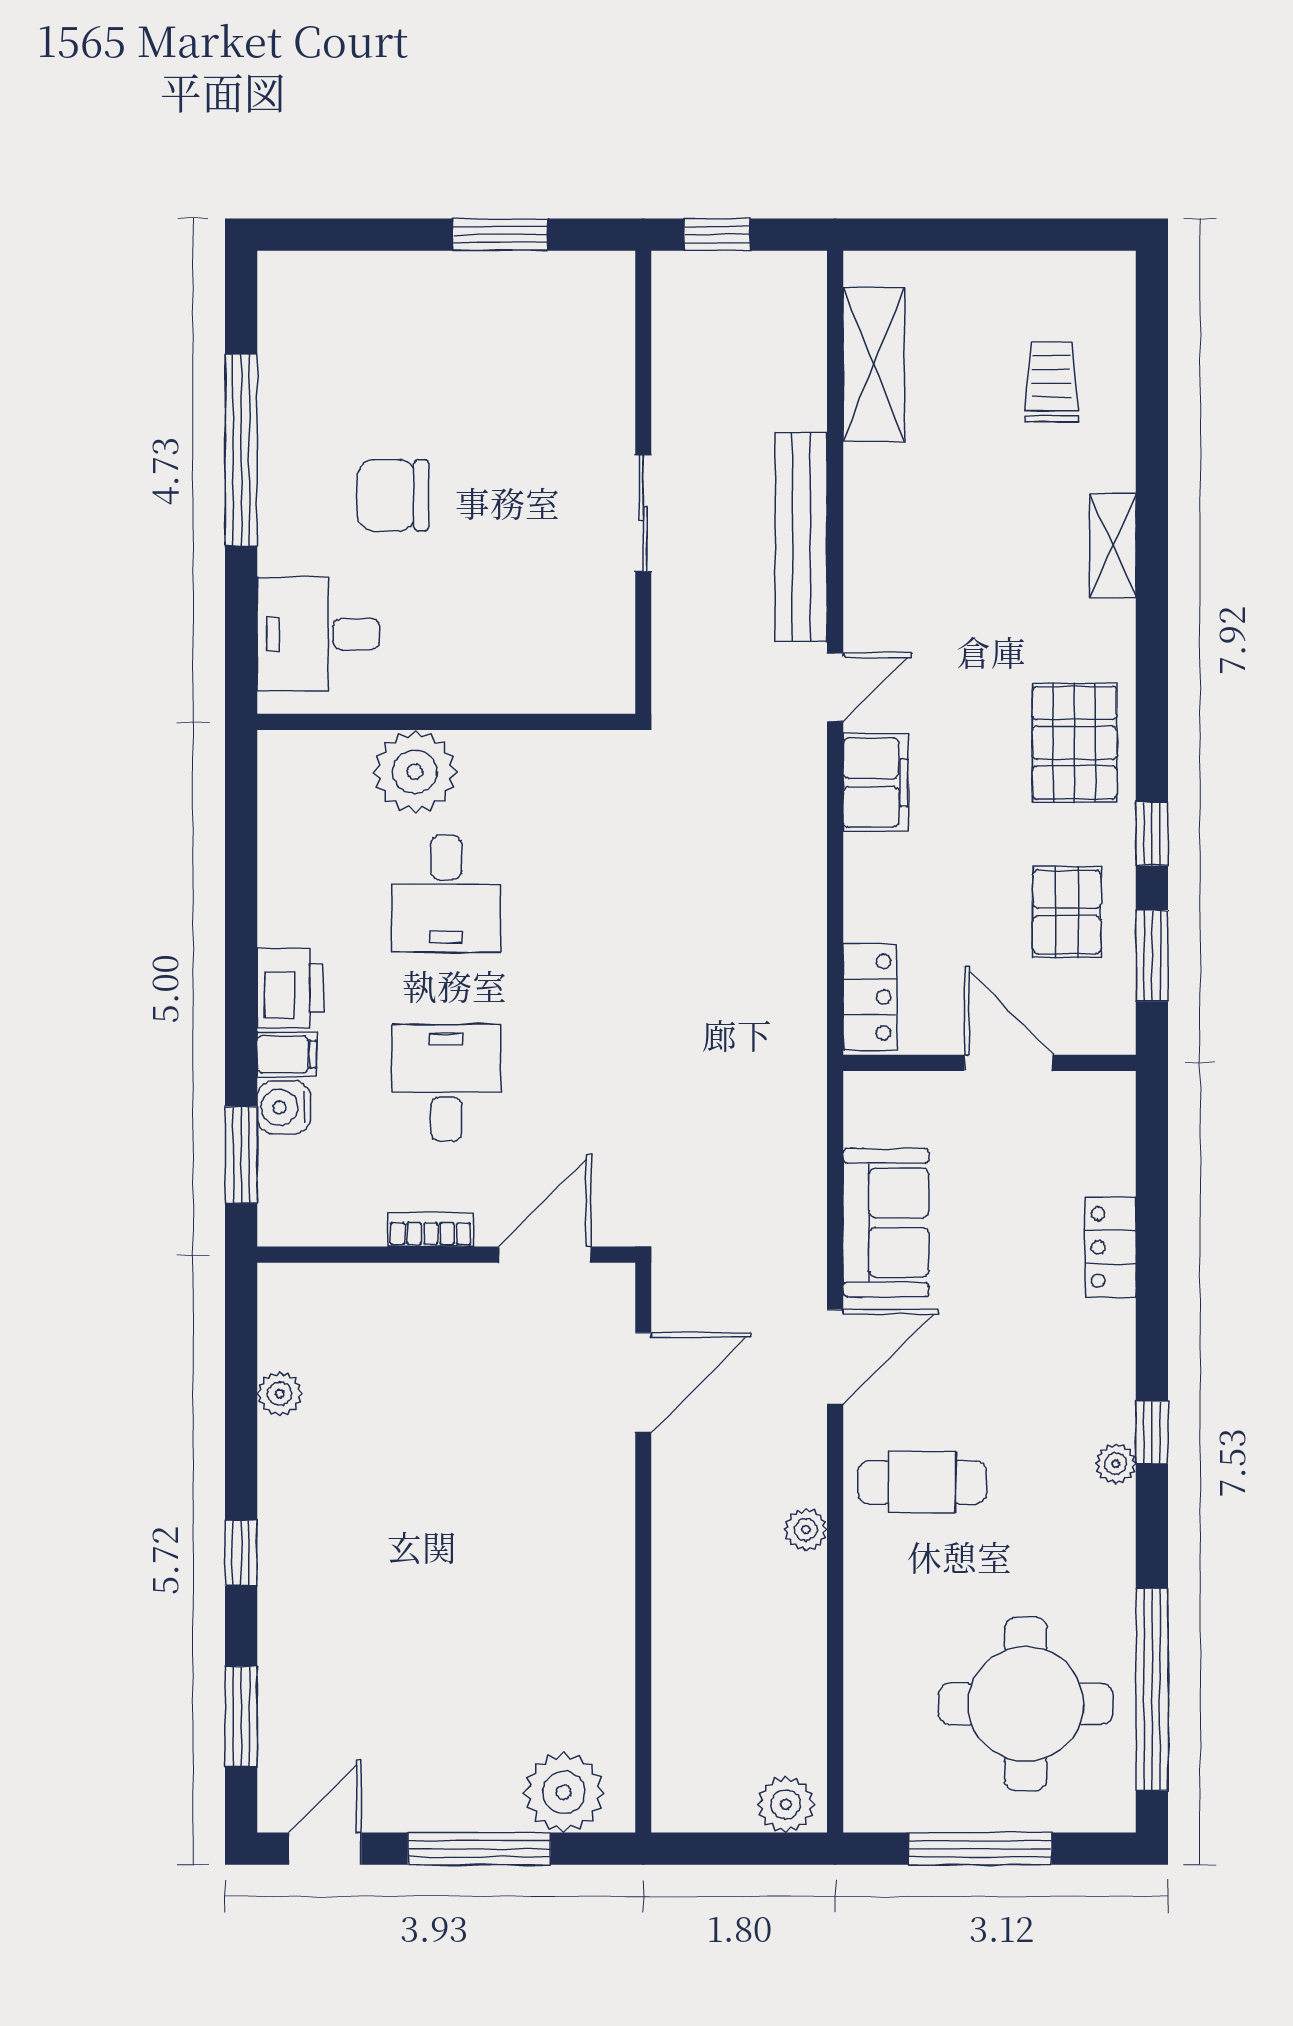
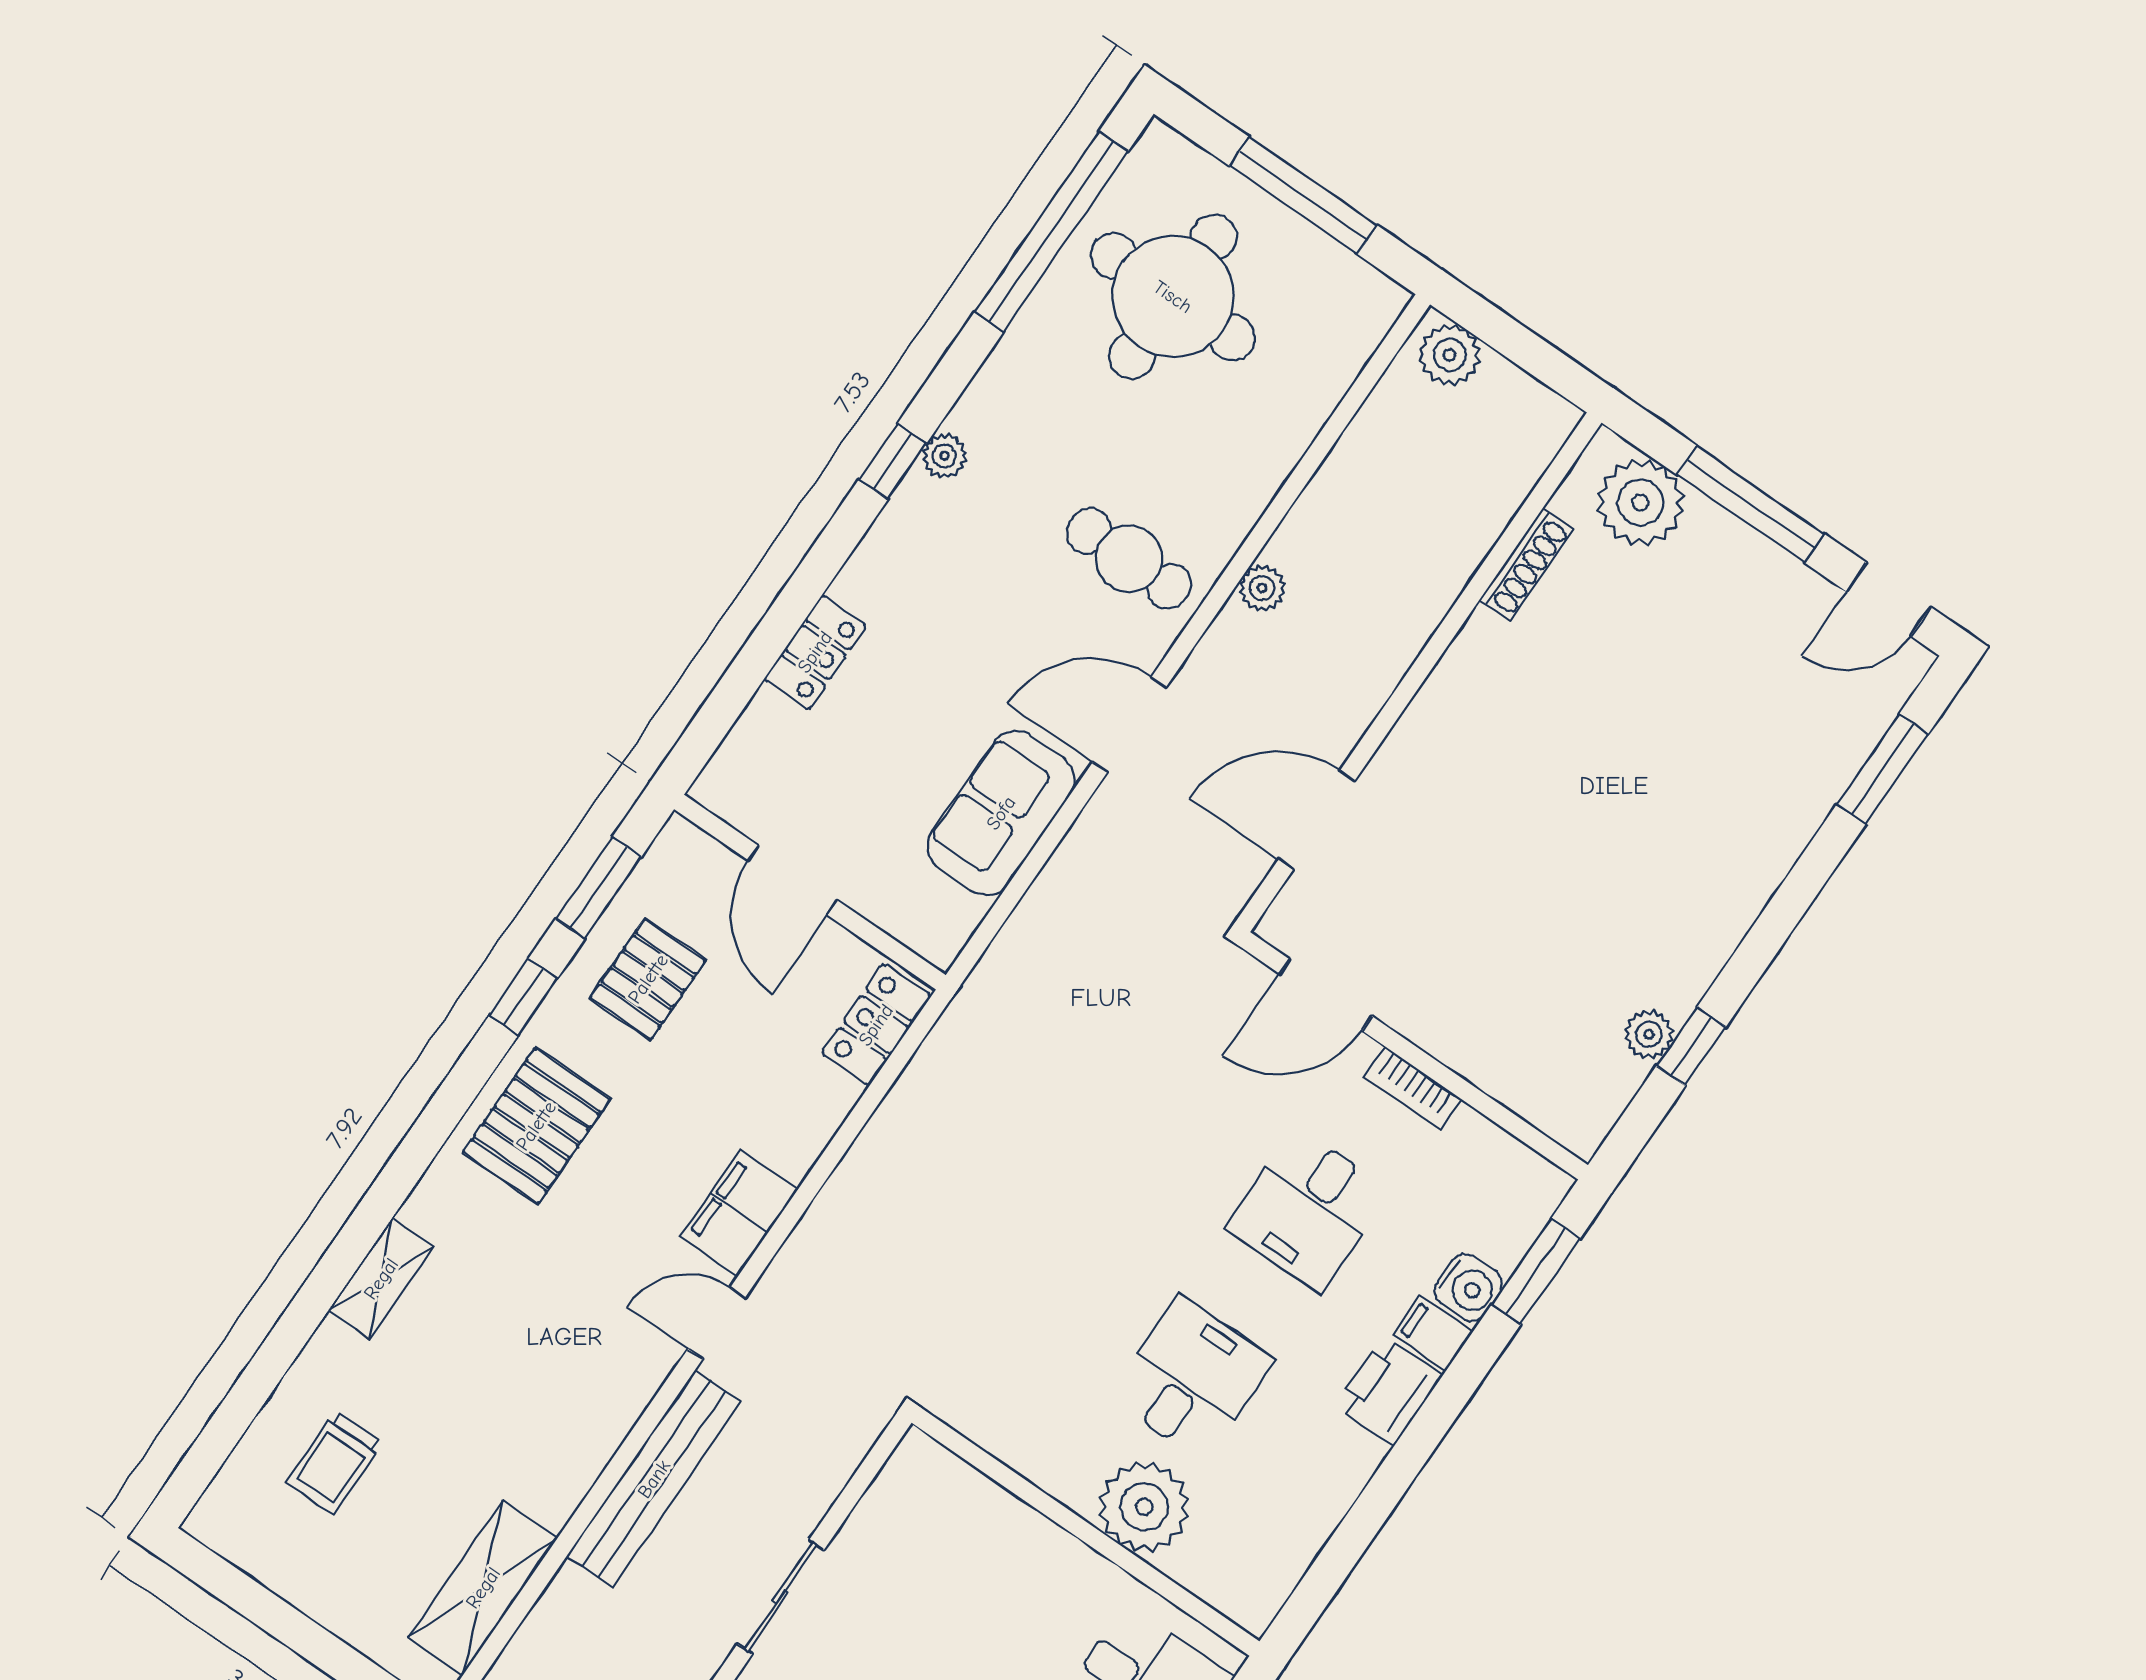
window: (241, 1553) -> (1691, 1046), moved
shoe rack: (618, 1686) -> (1526, 564), added

